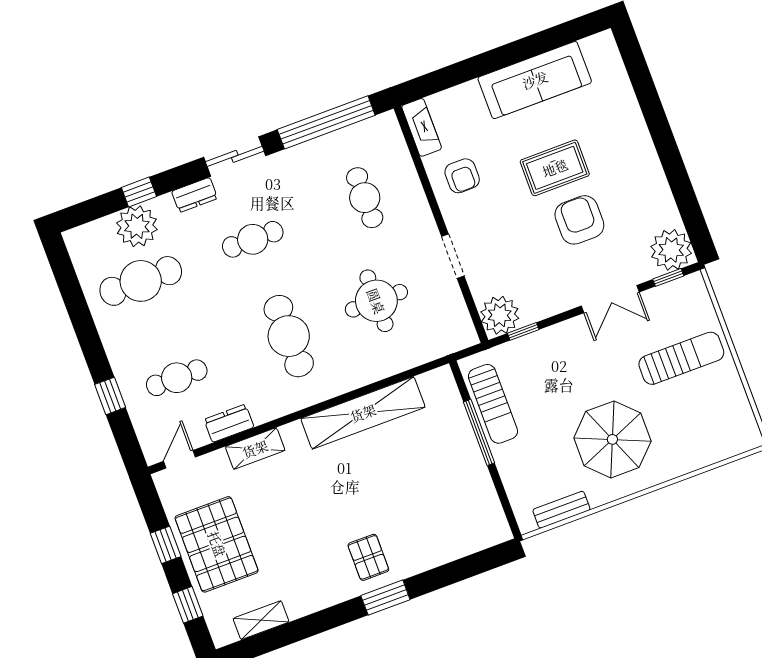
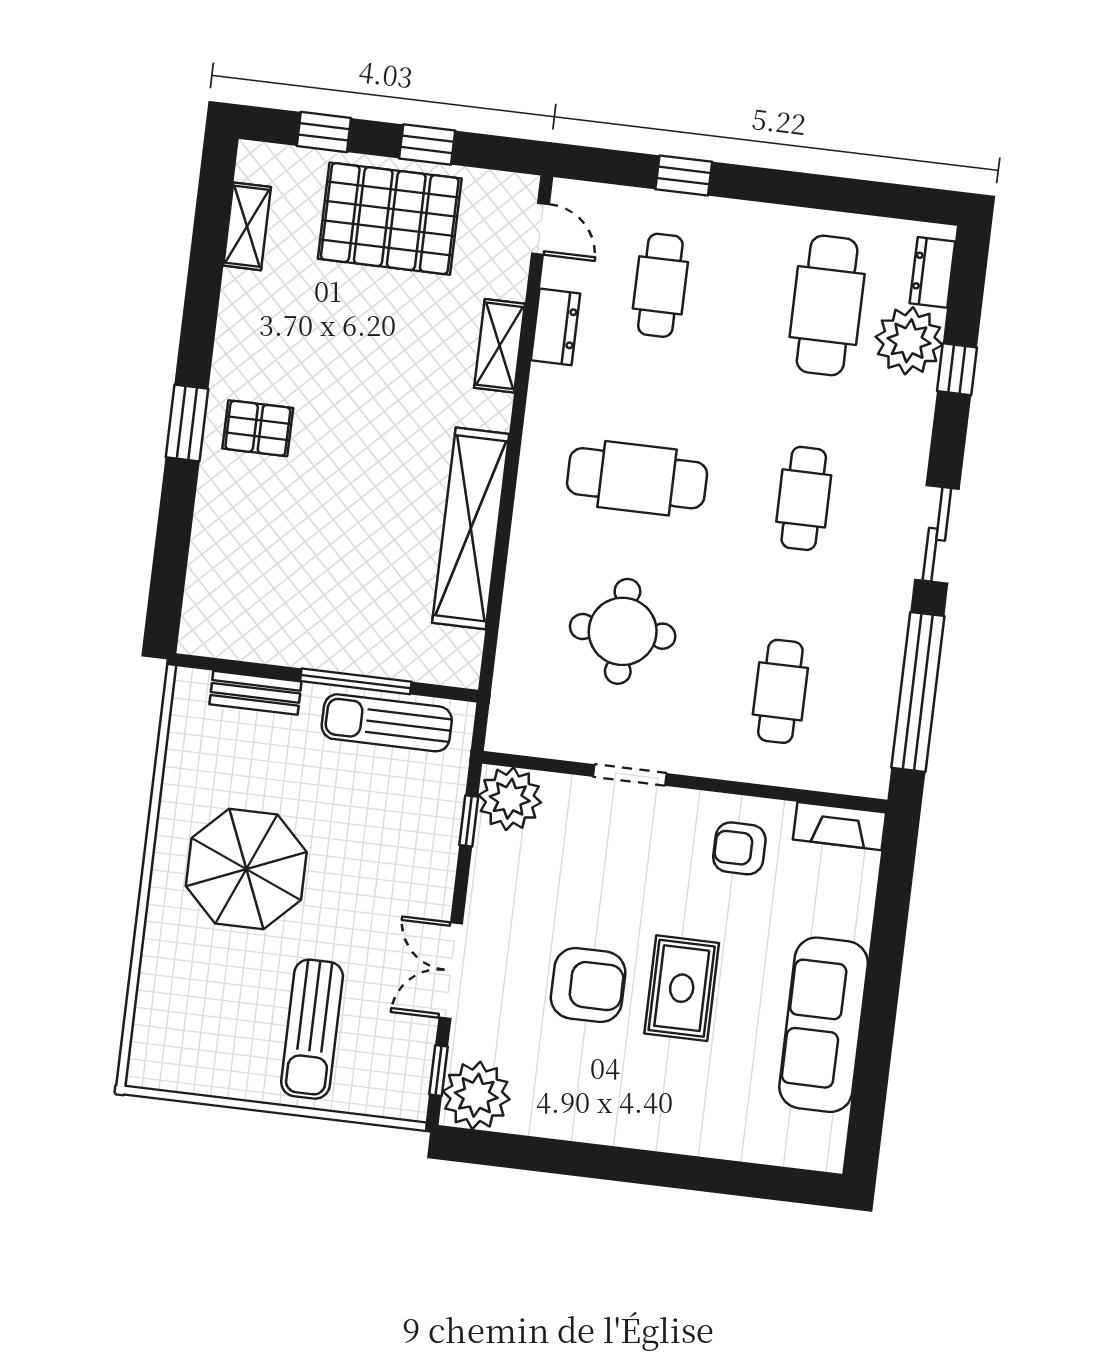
dresser: (195, 195) -> (932, 272), moved
cafe table: (365, 198) -> (780, 691), turned 90
bench: (561, 510) -> (255, 693), moved, turned 90

